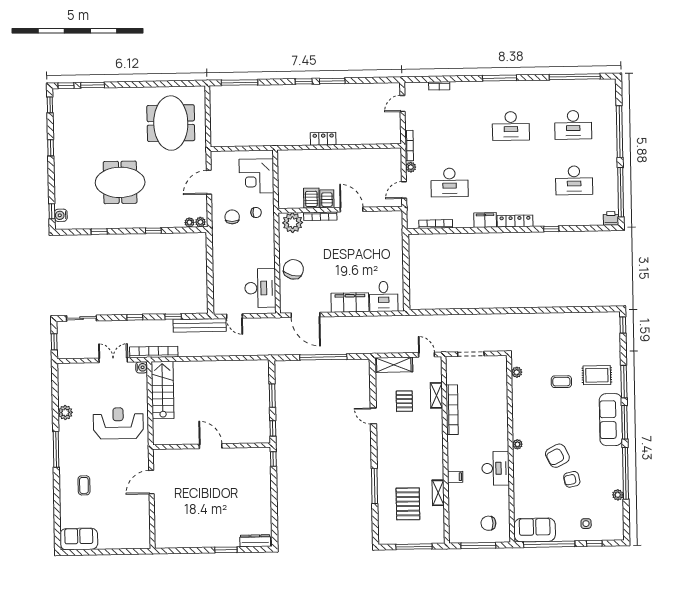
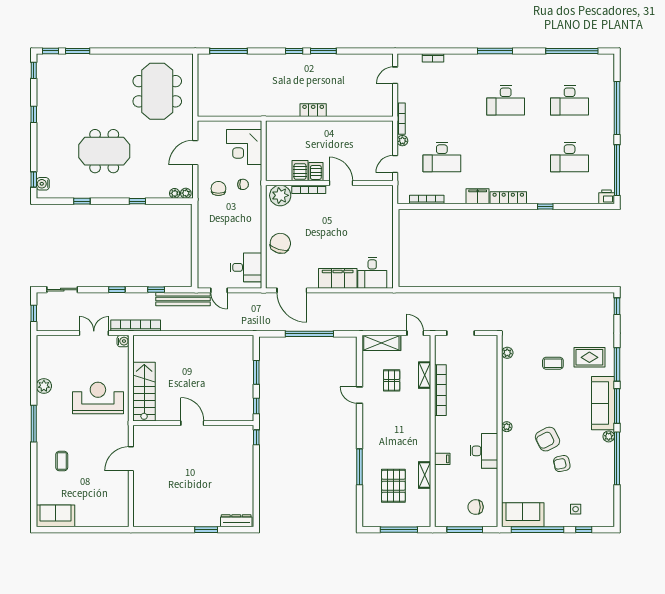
desk: (260, 288) -> (246, 267), width x0.73
stairs: (163, 390) -> (144, 392), moved
plant: (618, 495) -> (609, 436), moved

